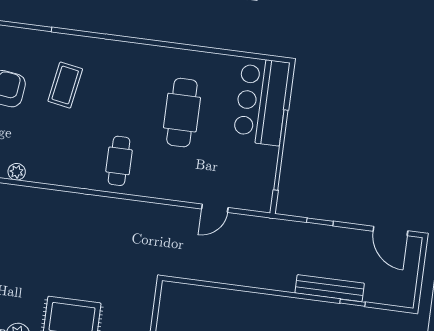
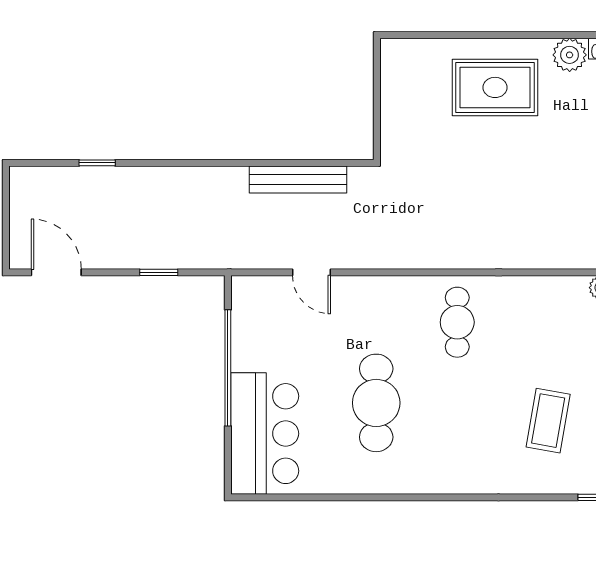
door: (215, 208) -> (311, 272), swing flipped
bench: (330, 288) -> (298, 179), moved

